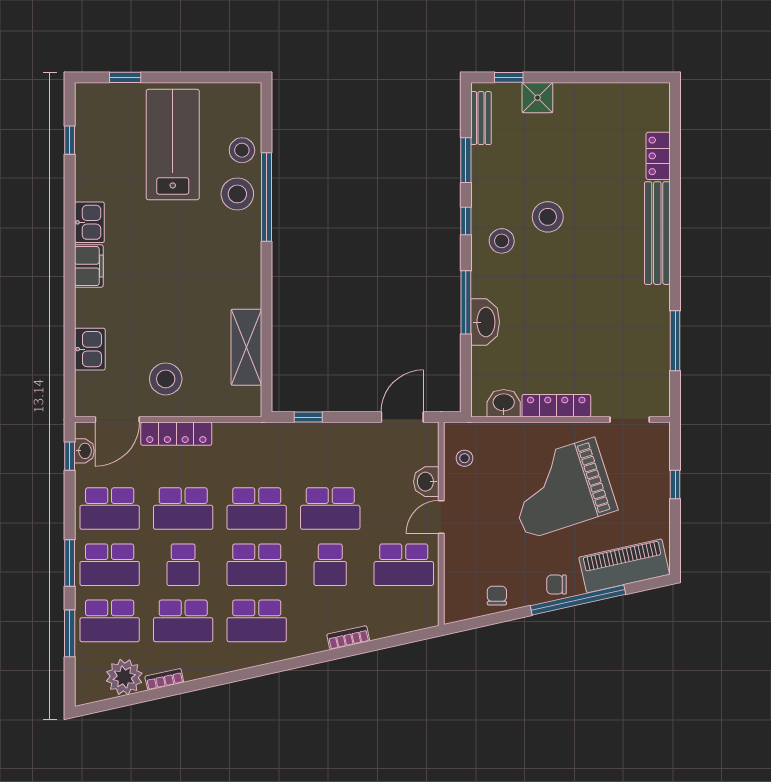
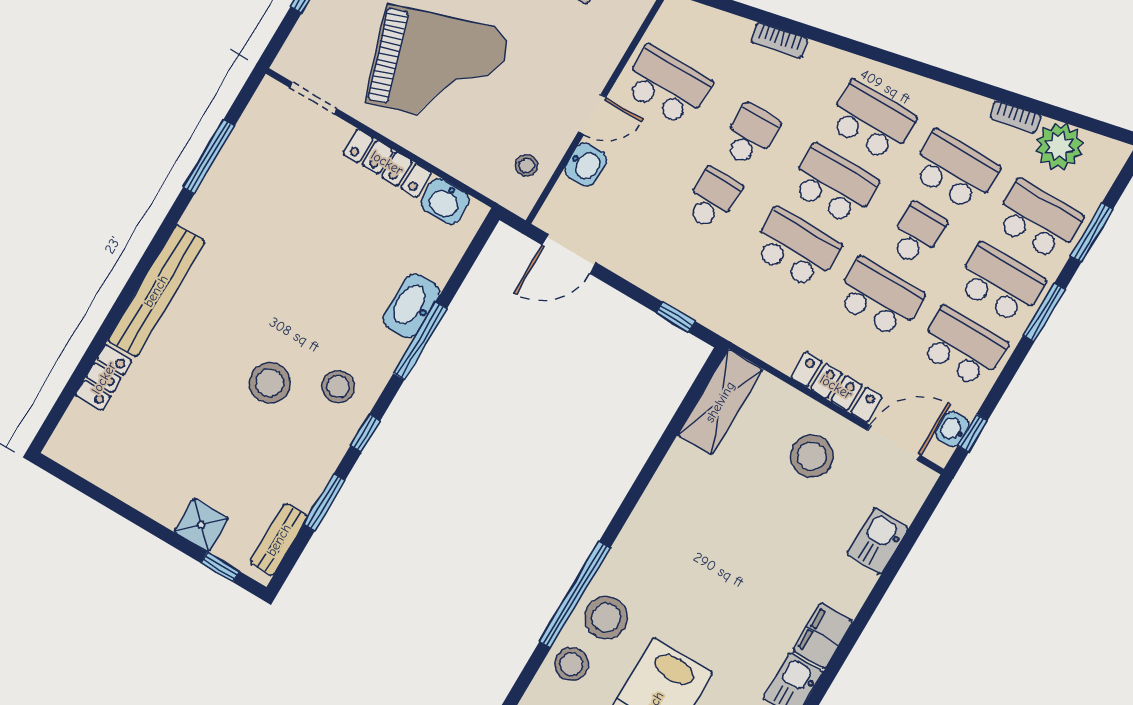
shelving: (246, 347) -> (720, 402), moved
school desk: (330, 509) -> (712, 199), width x0.54

